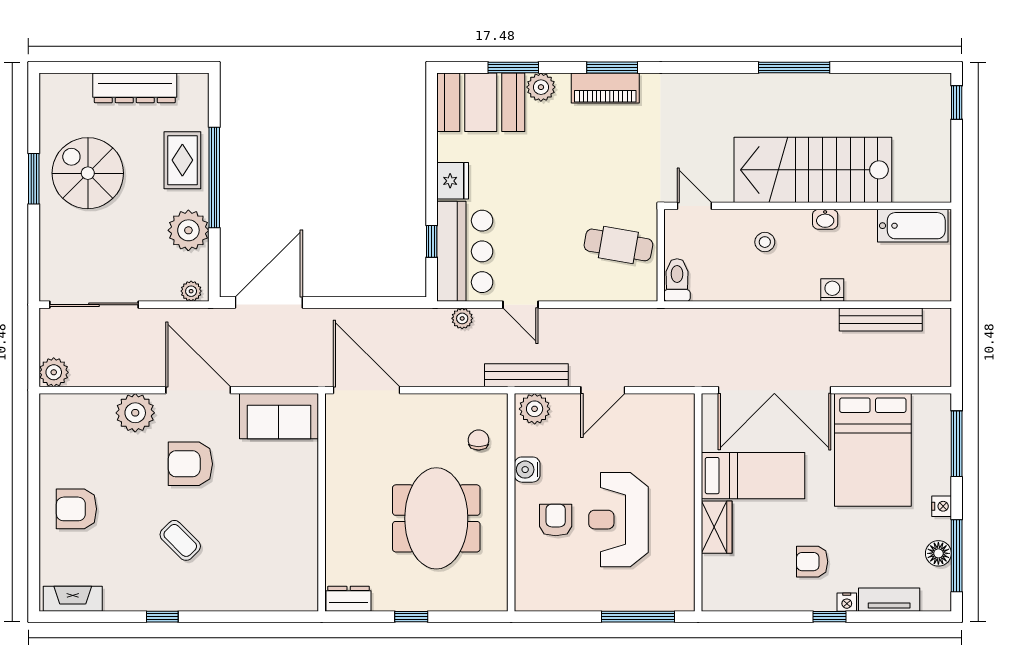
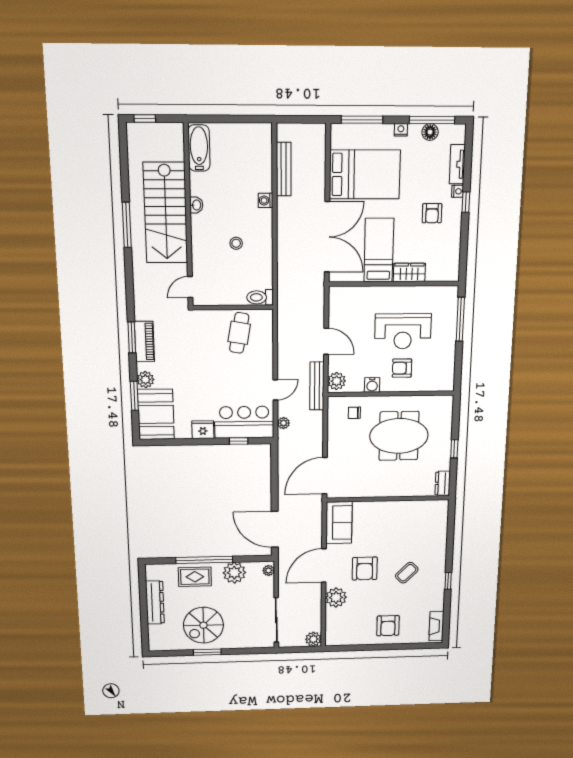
stairs: (813, 170) -> (166, 213), moved
door: (694, 206) -> (190, 287), moved
wall: (808, 206) -> (188, 216), moved
washbasin: (825, 219) -> (196, 205), moved
bathtub: (913, 226) -> (199, 148), moved

